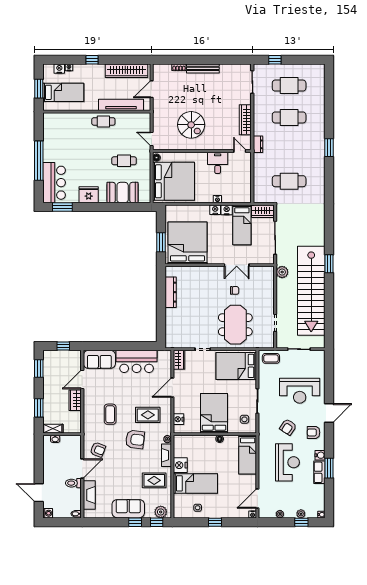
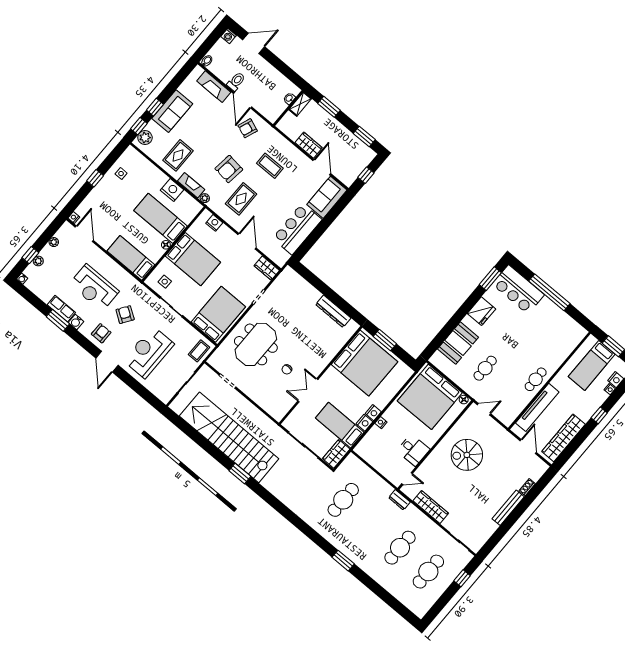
plant: (282, 272) -> (268, 426), removed
meeting table: (235, 325) -> (256, 344), turned 90
bed: (195, 483) -> (161, 218), moved, turned 90

